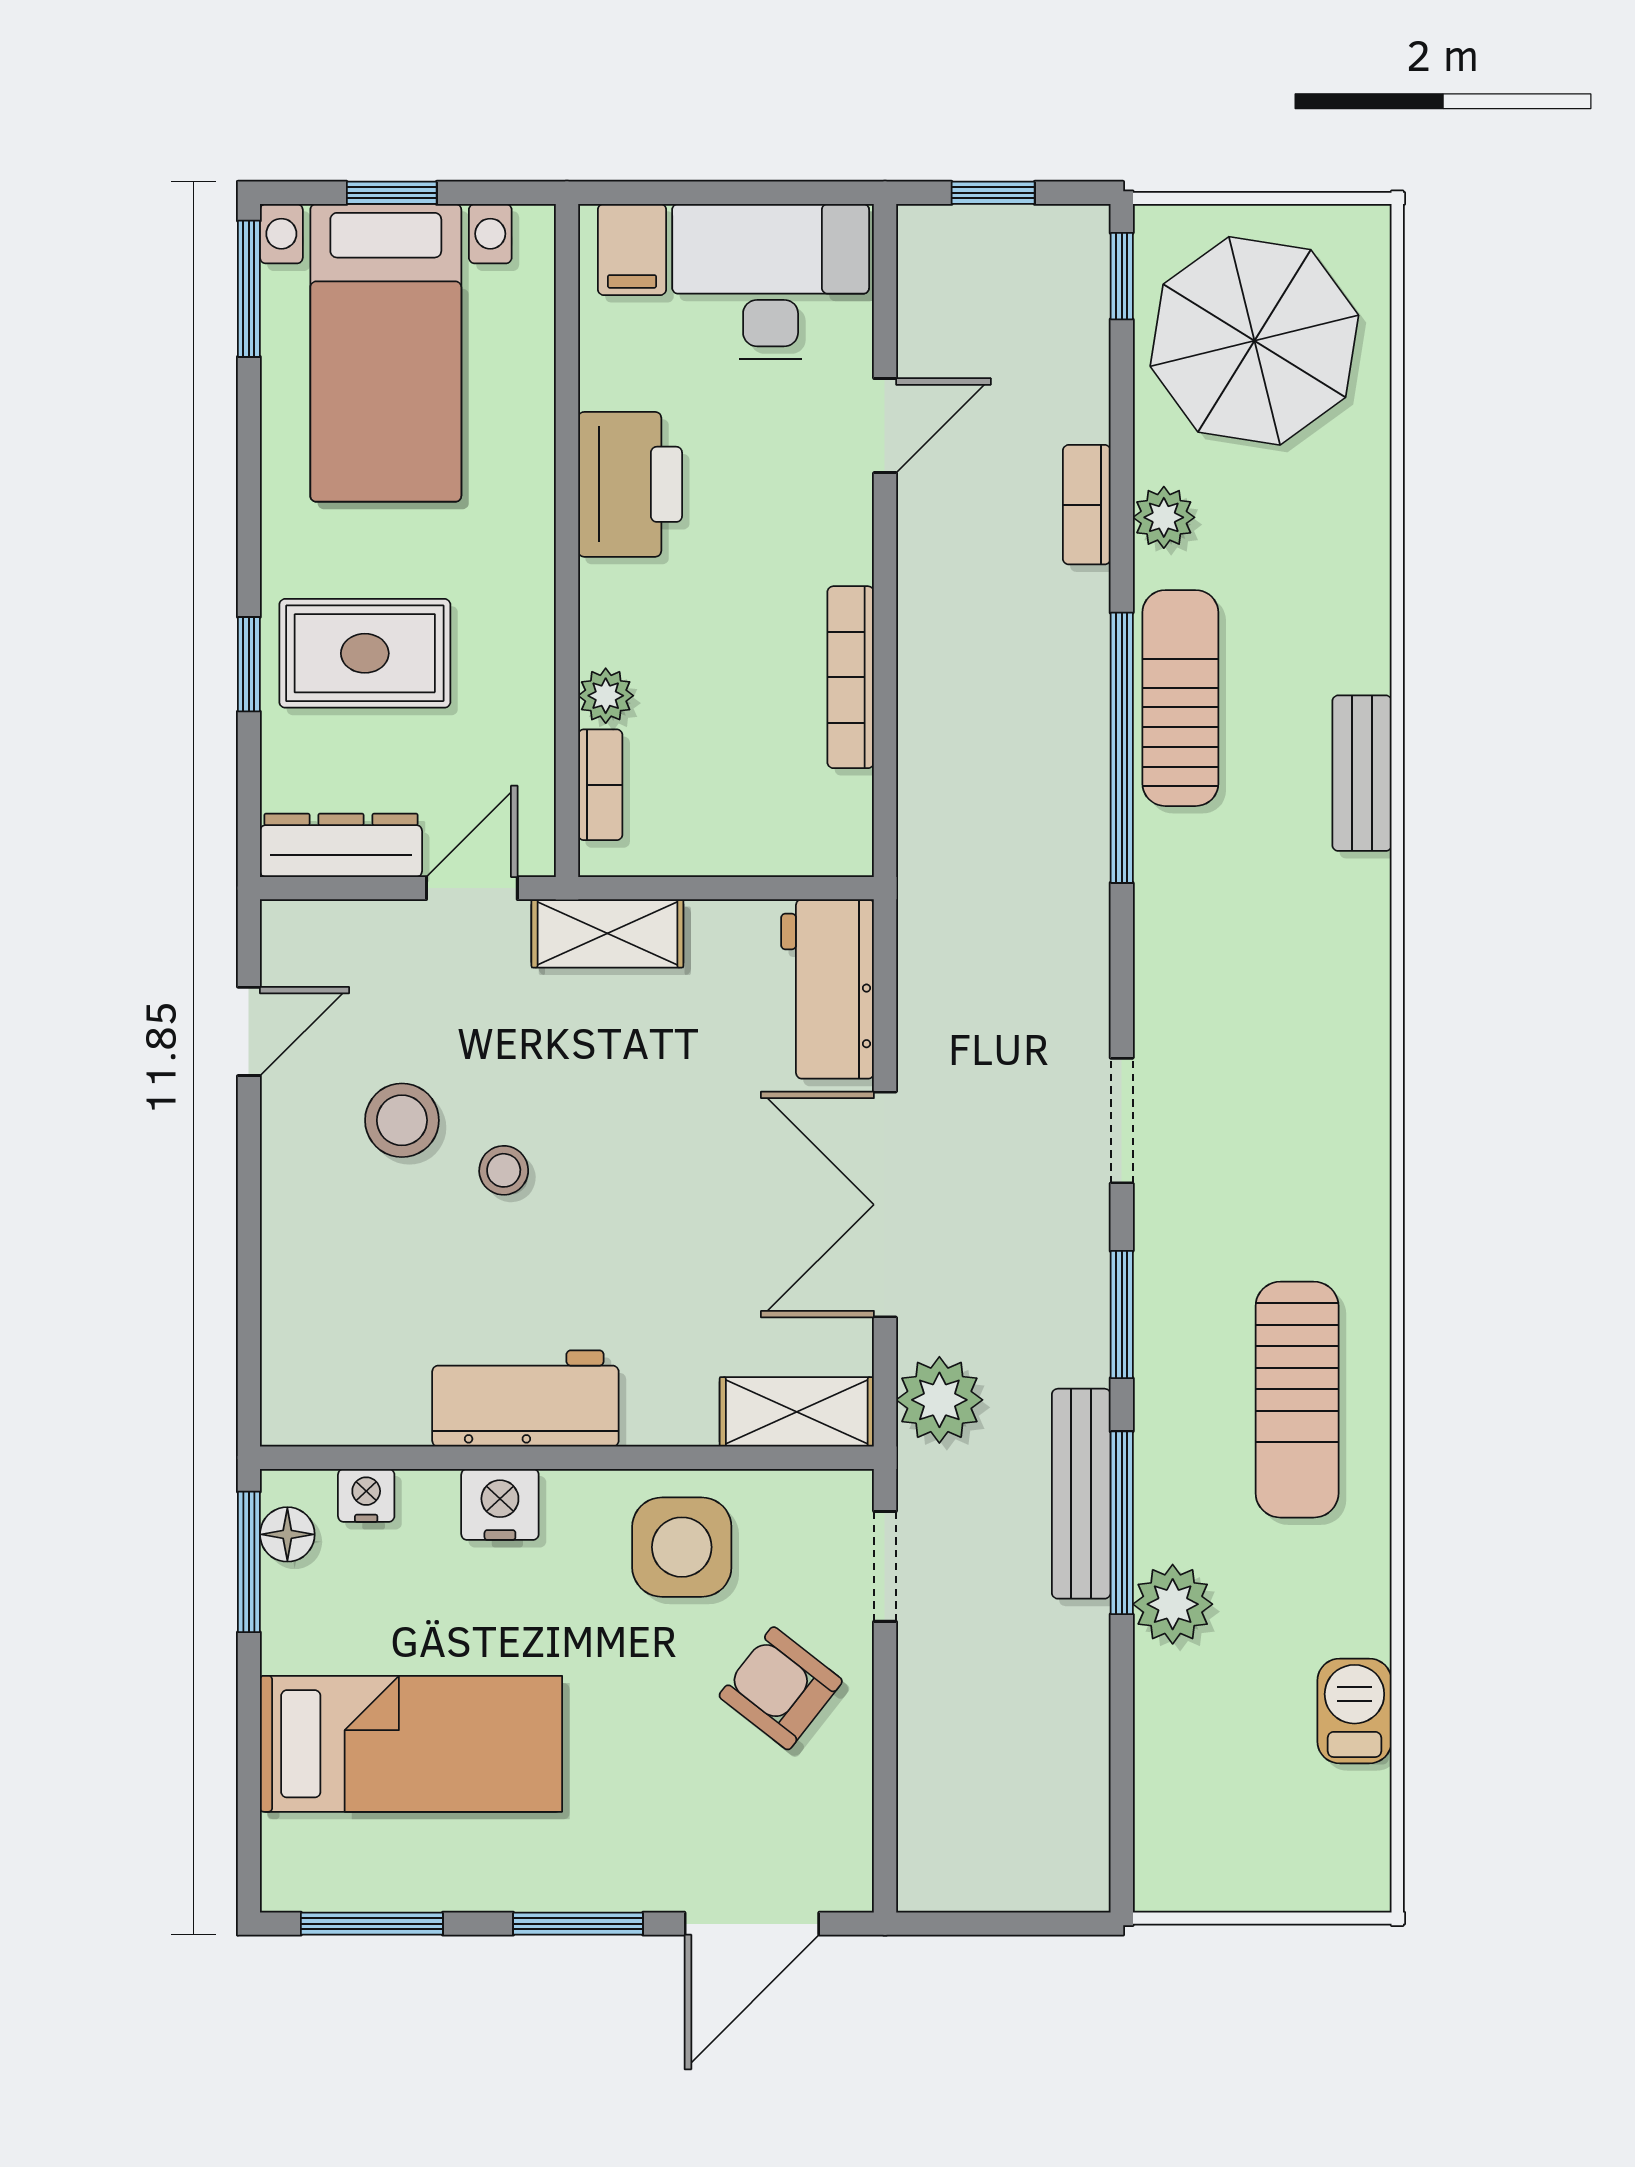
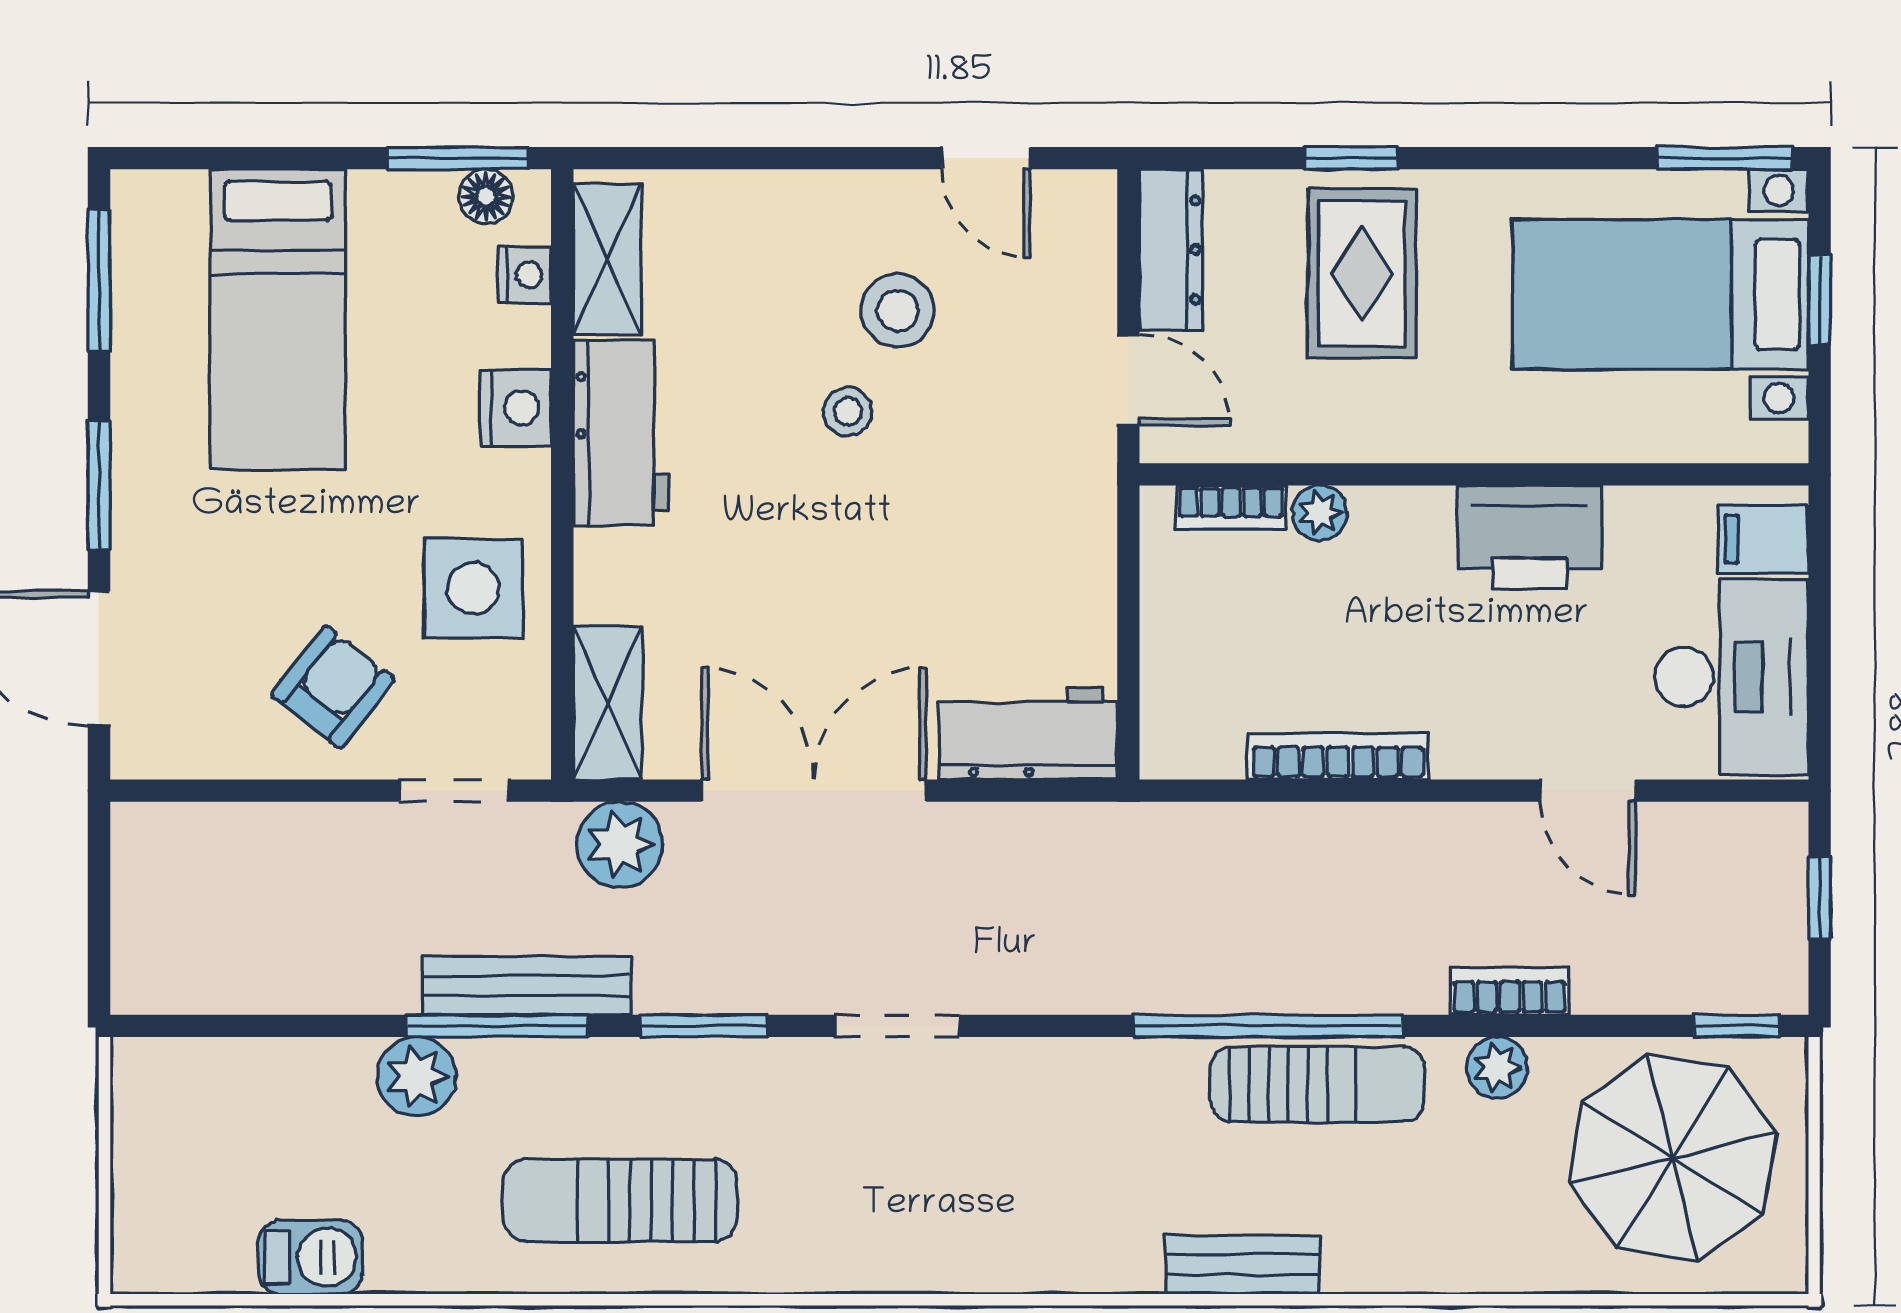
shelving: (607, 933) -> (607, 259), moved

